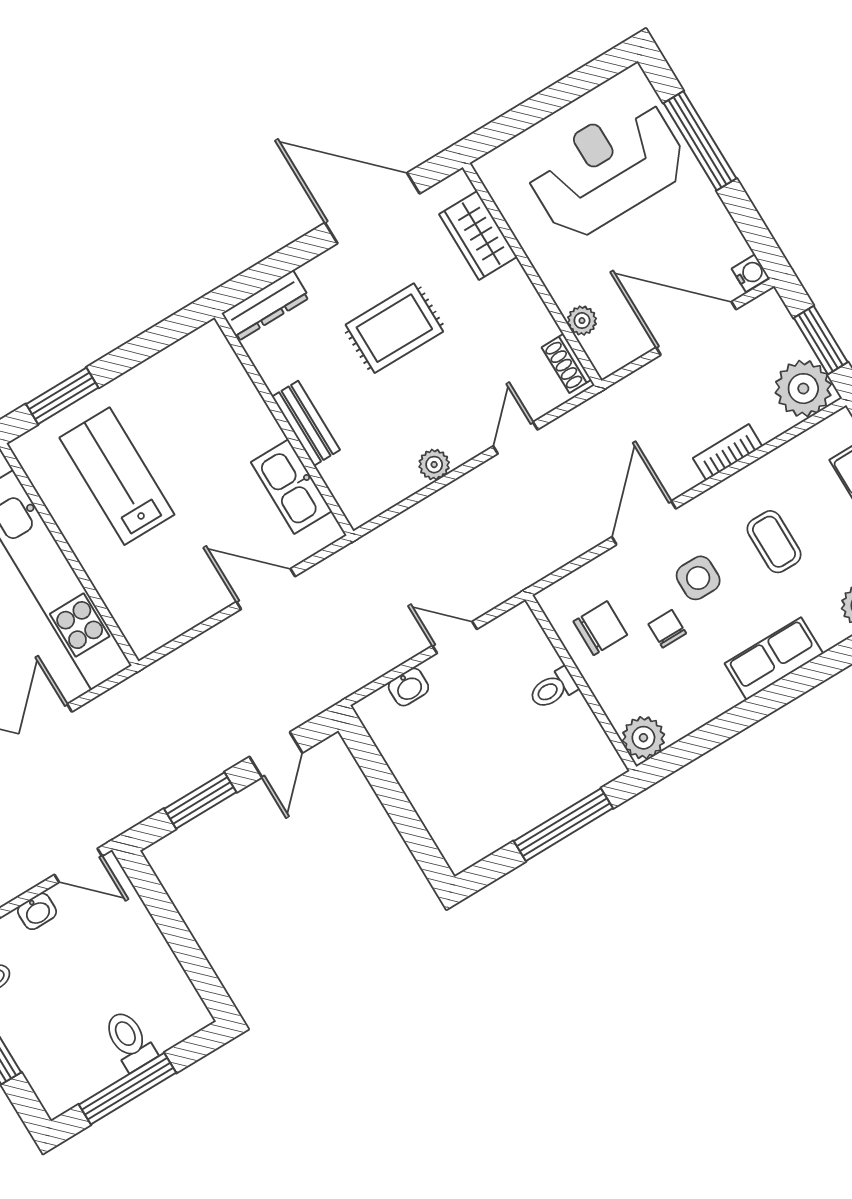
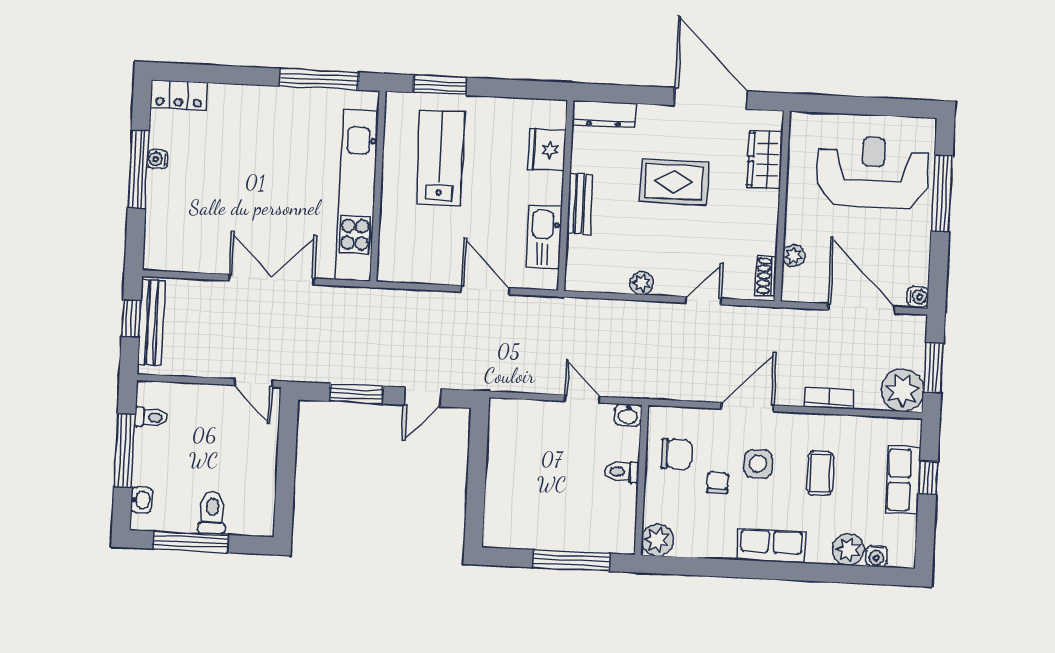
fridge: (229, 387) -> (547, 150), added
washbasin: (408, 687) -> (628, 415), moved
washbasin: (37, 911) -> (141, 500), moved, turned -90

